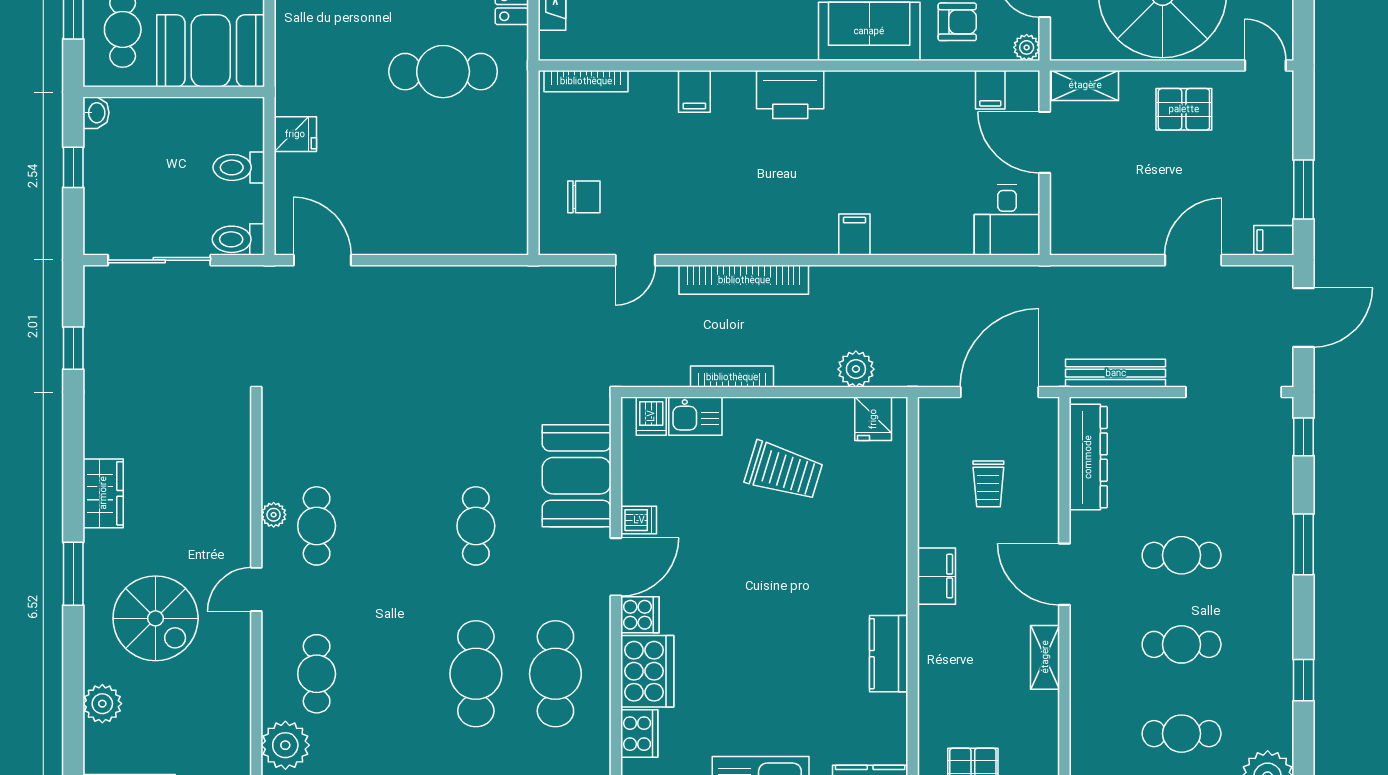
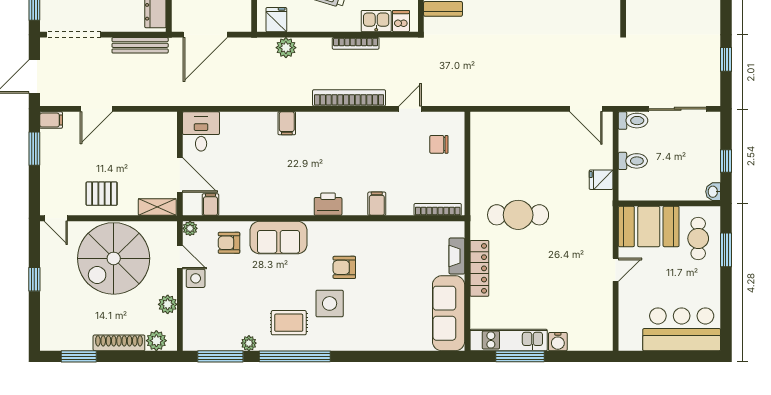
printer: (790, 94) -> (328, 204), width x0.73, depth x0.84

